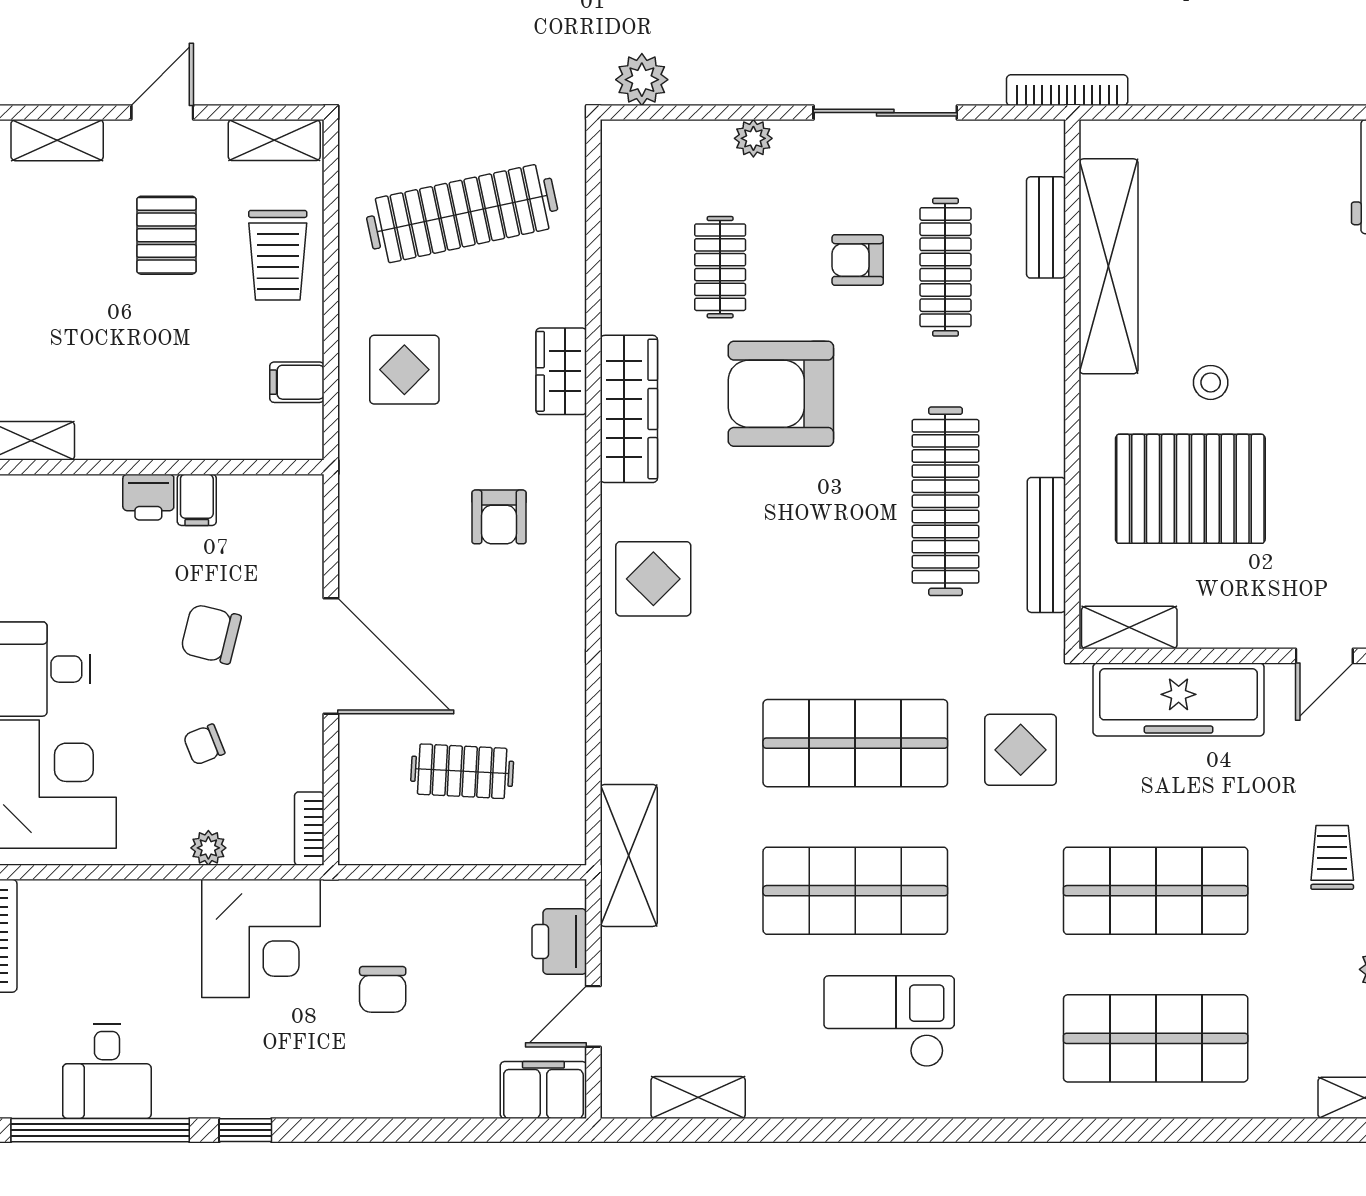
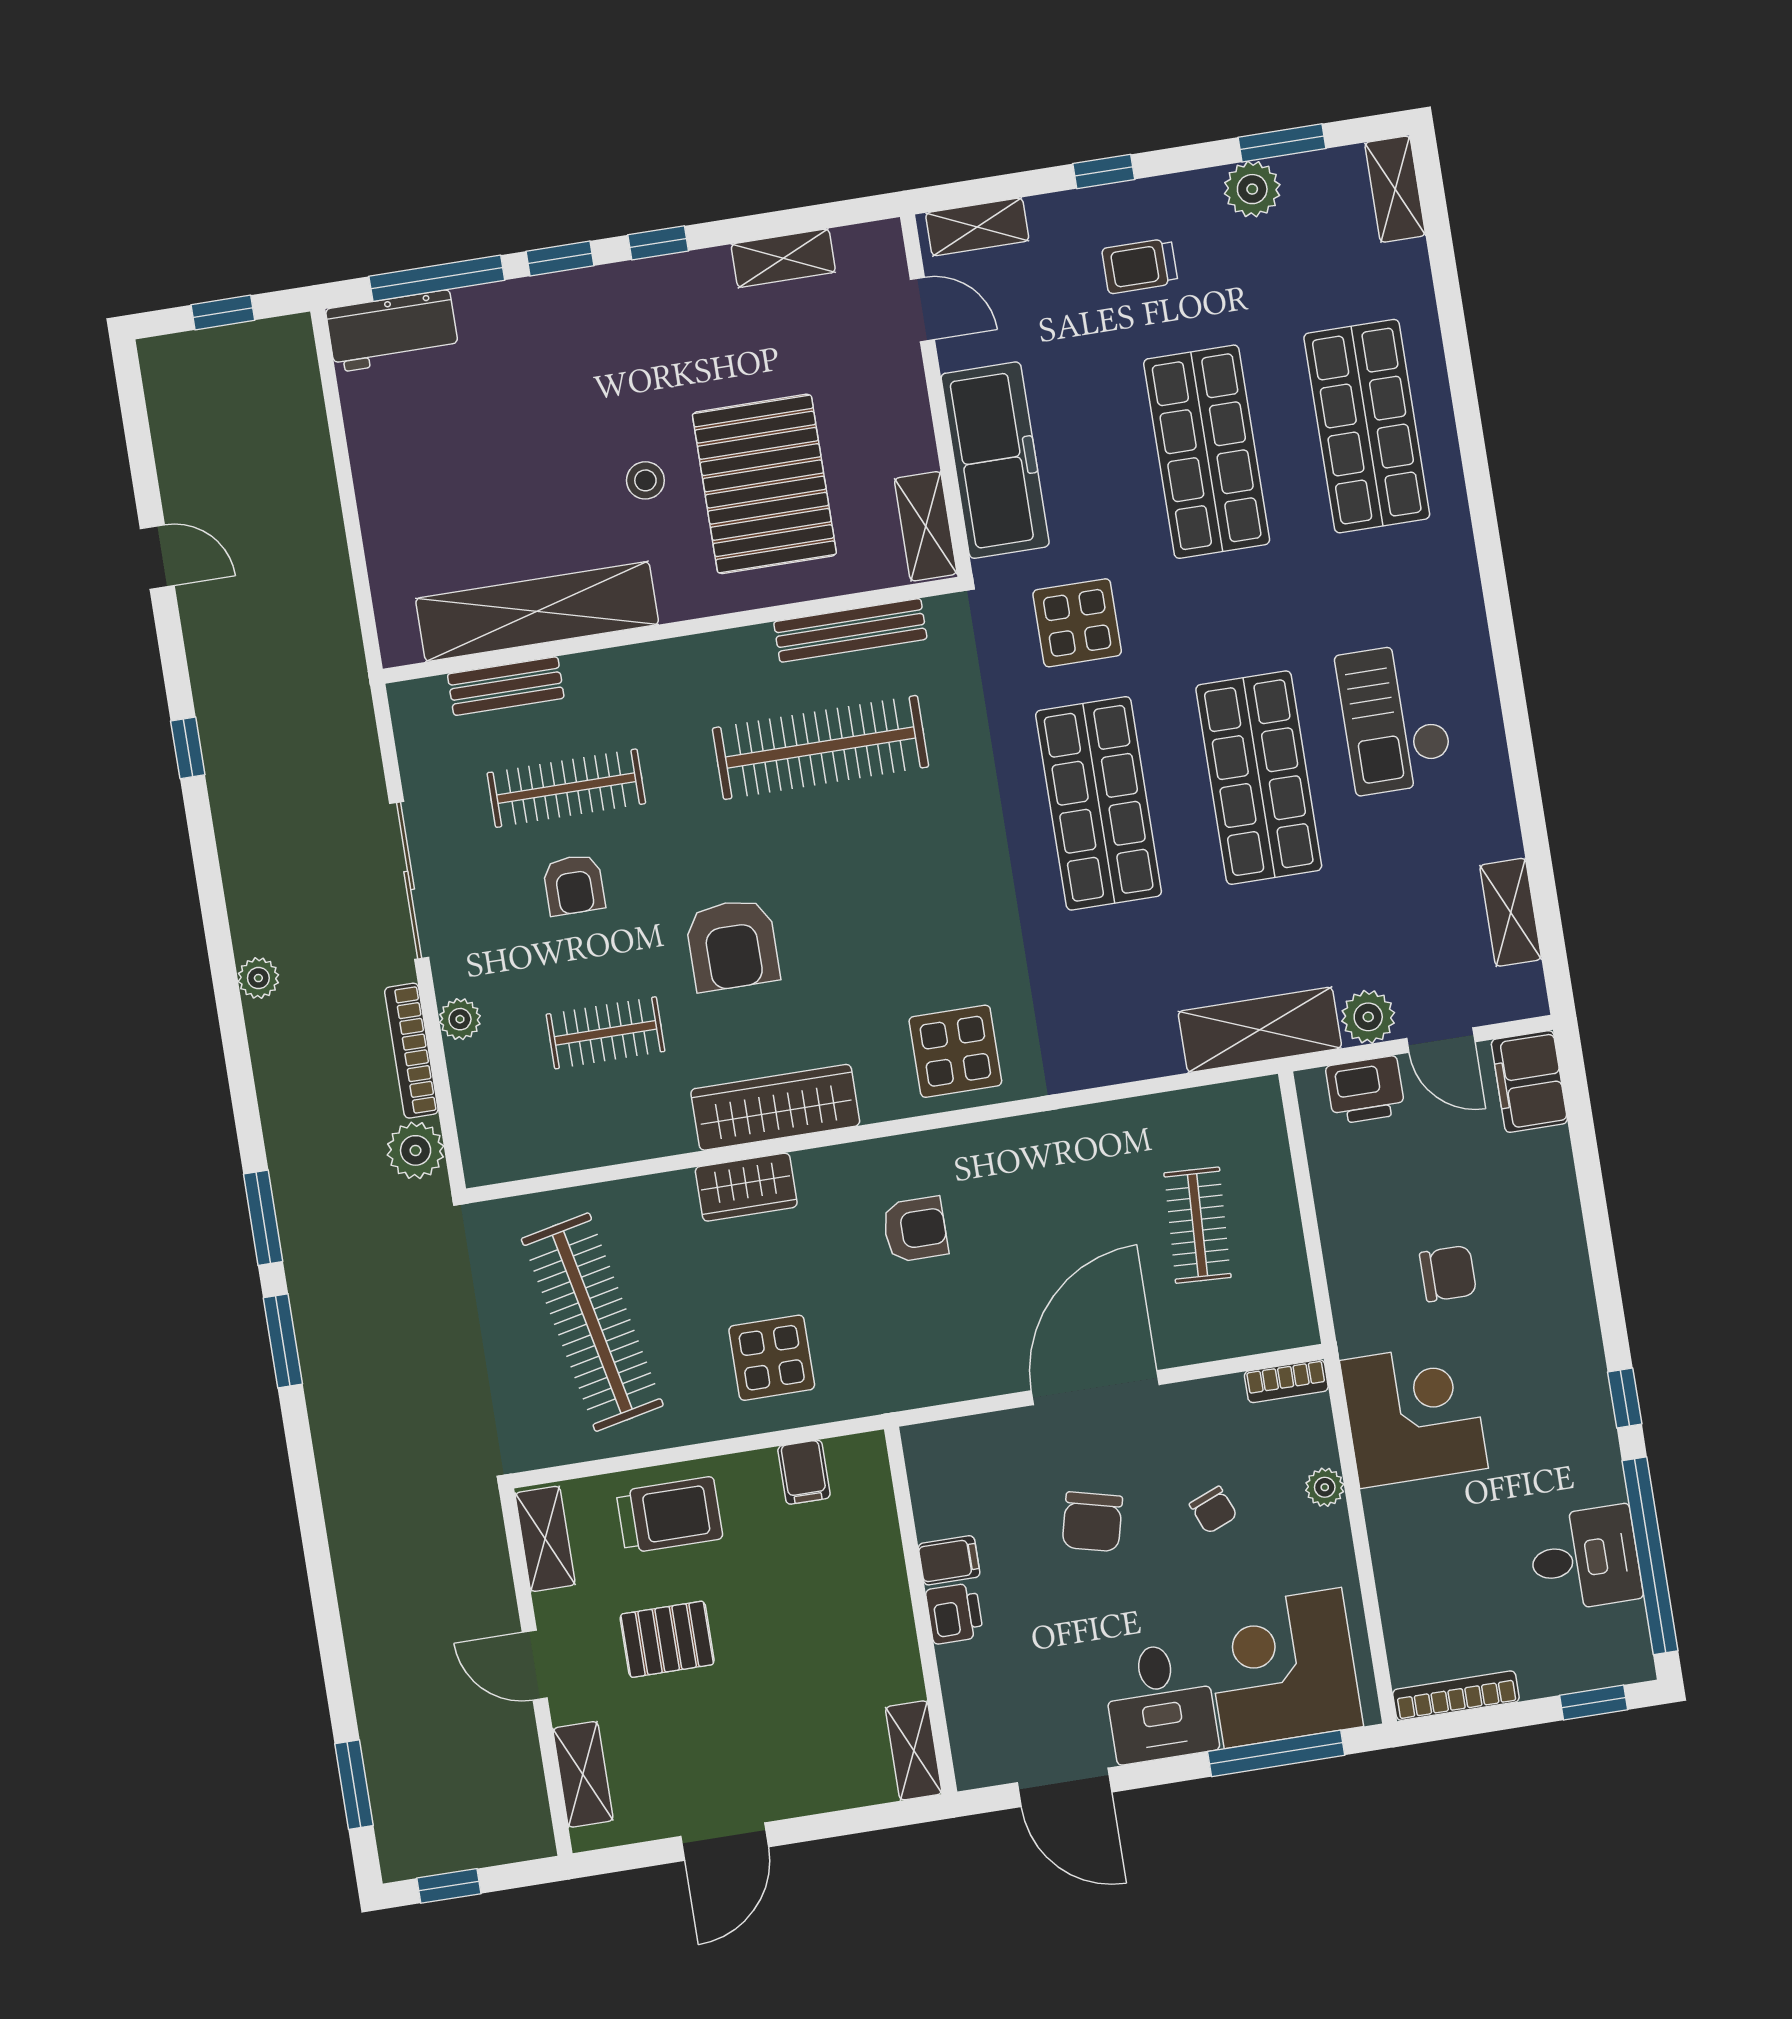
bookcase: (1067, 90) -> (411, 1051), moved
armchair: (781, 394) -> (732, 945), width x0.73, depth x0.73
plant: (625, 955) -> (1368, 1017), added

